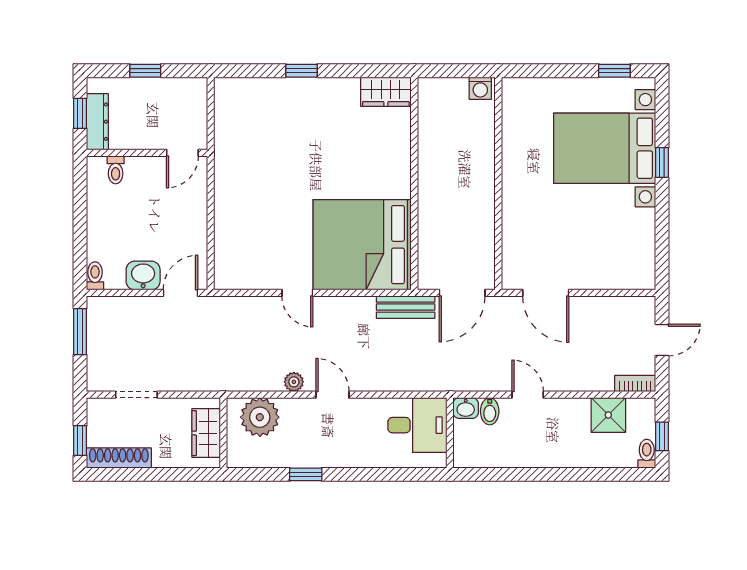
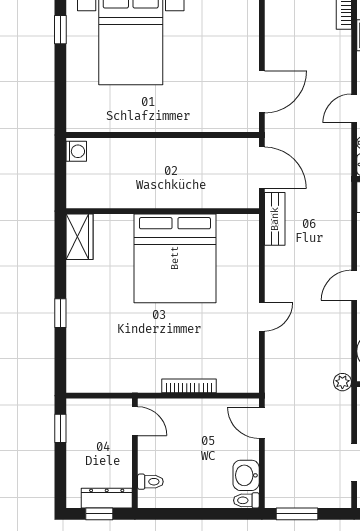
window: (145, 71) -> (60, 428), moved
bookcase: (221, 212) -> (189, 386), added
bed: (362, 245) -> (175, 258), moved
washbasin: (143, 275) -> (246, 475), moved
plant: (294, 382) -> (342, 382), moved

